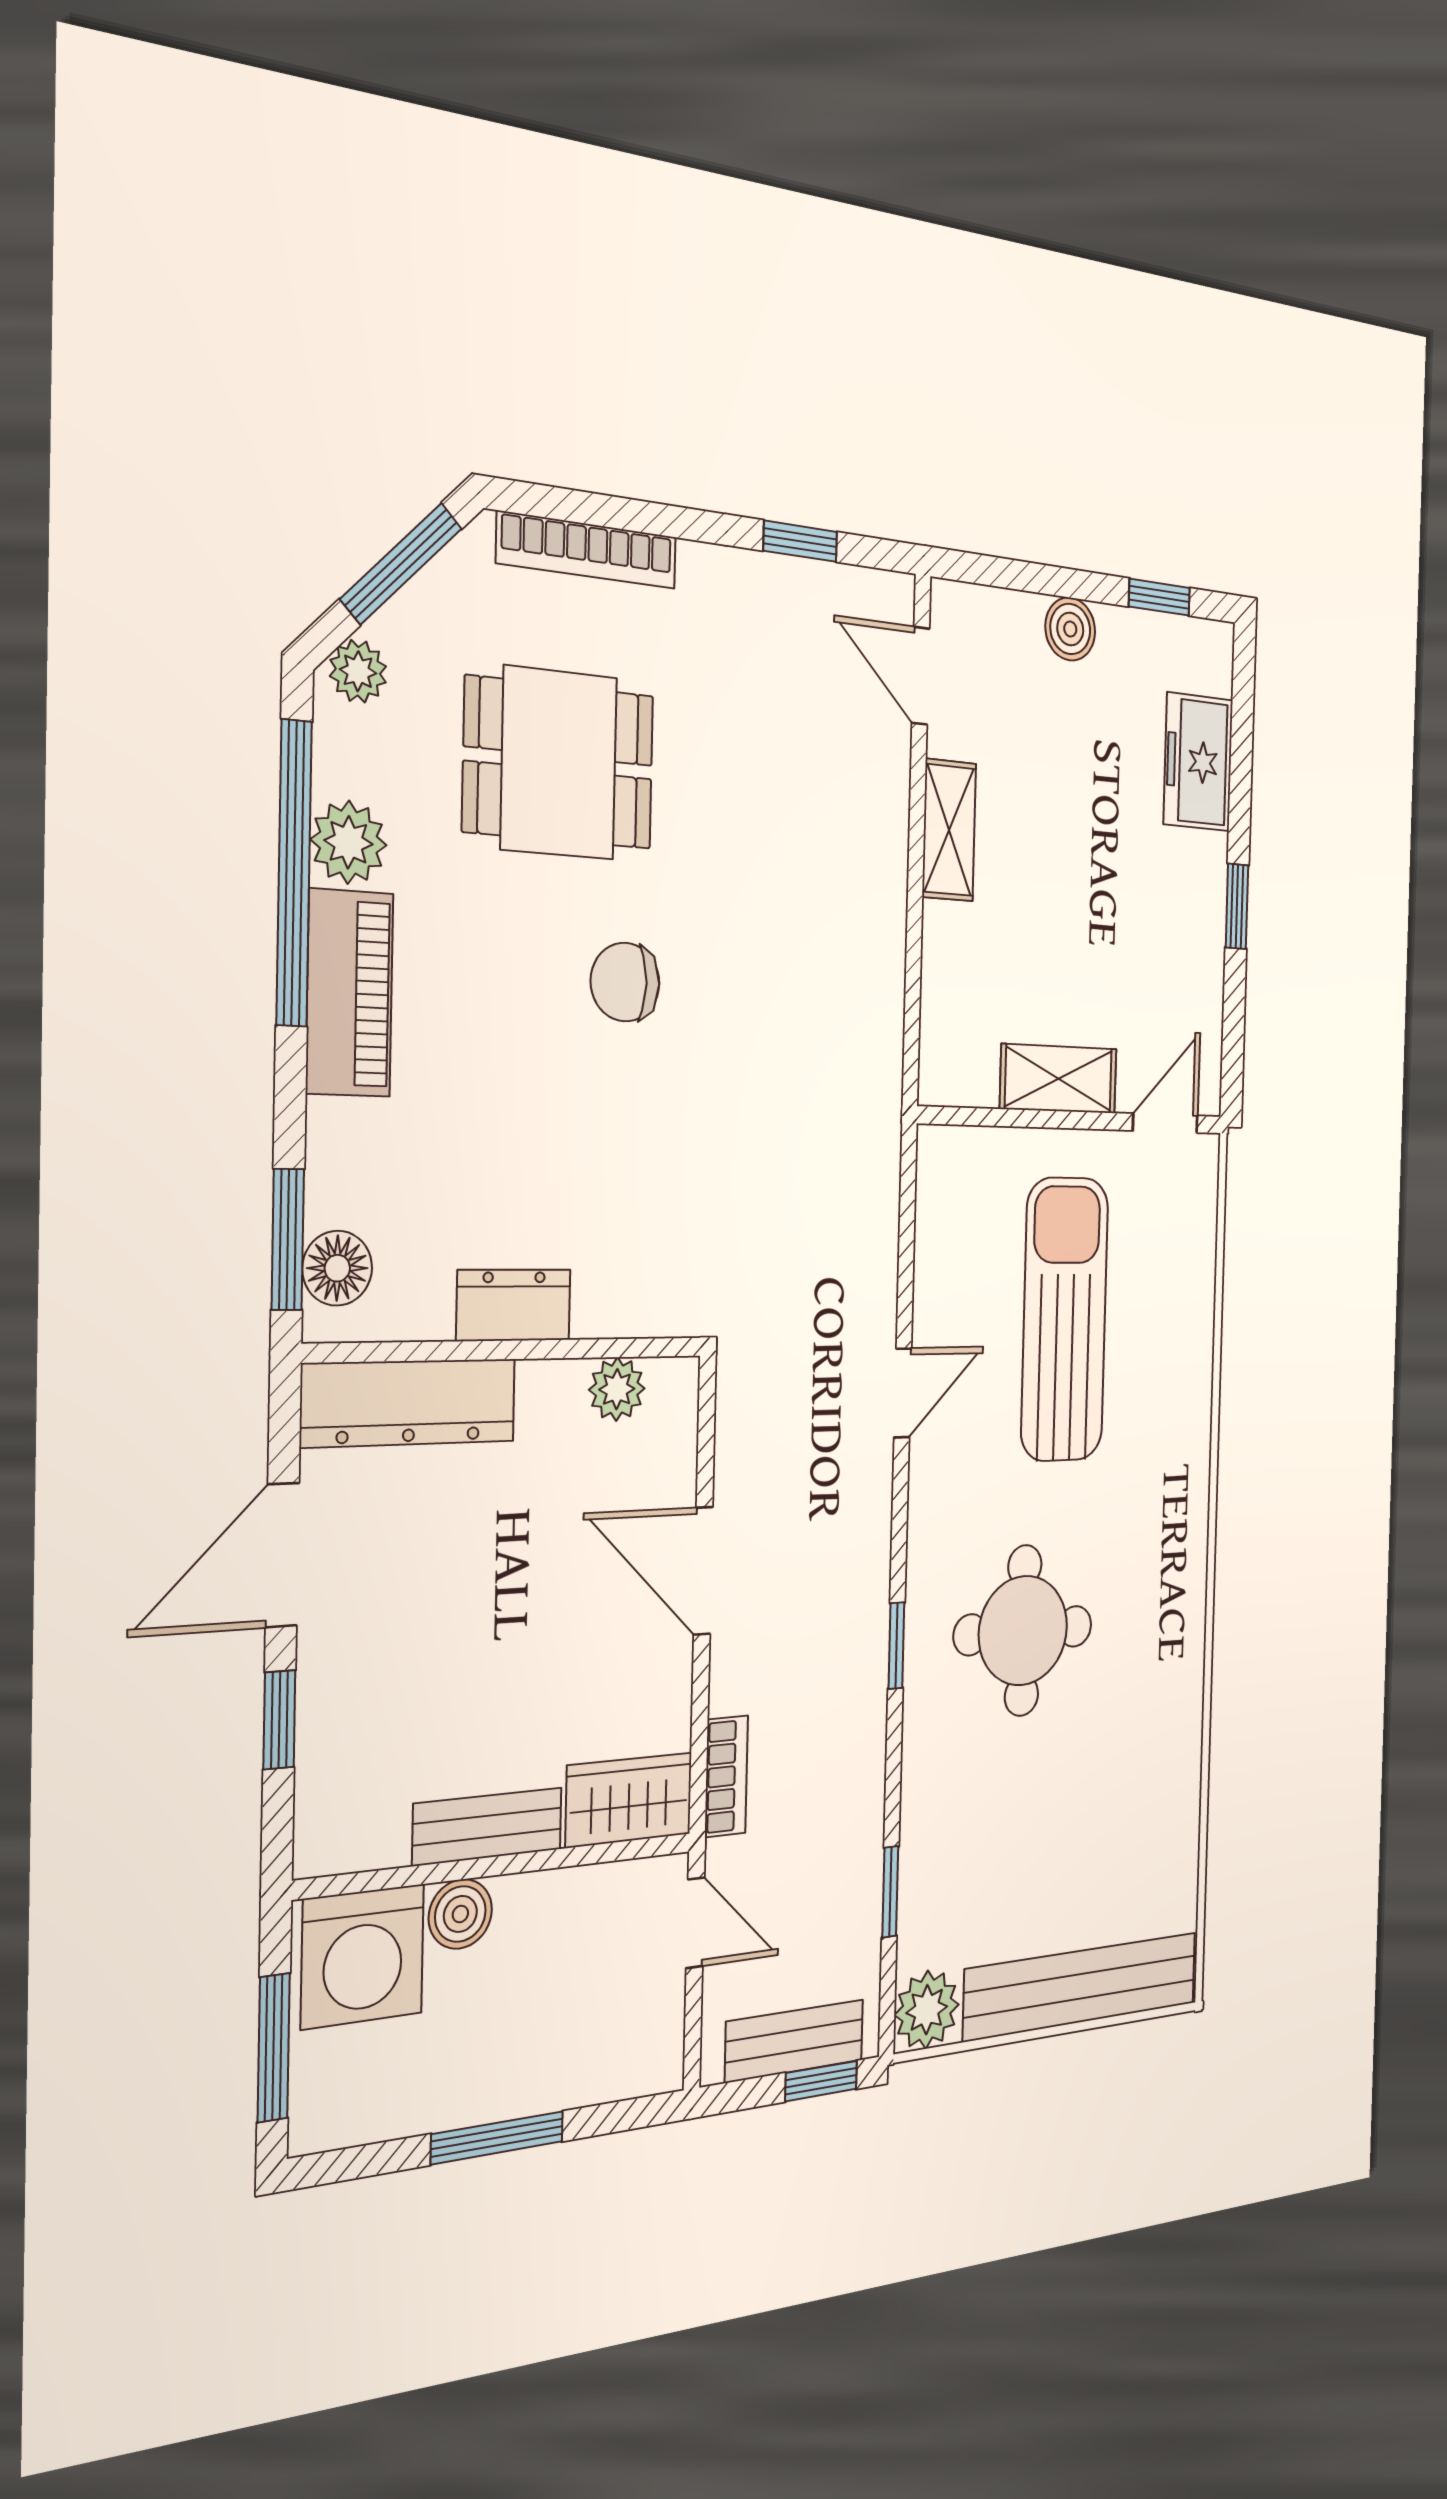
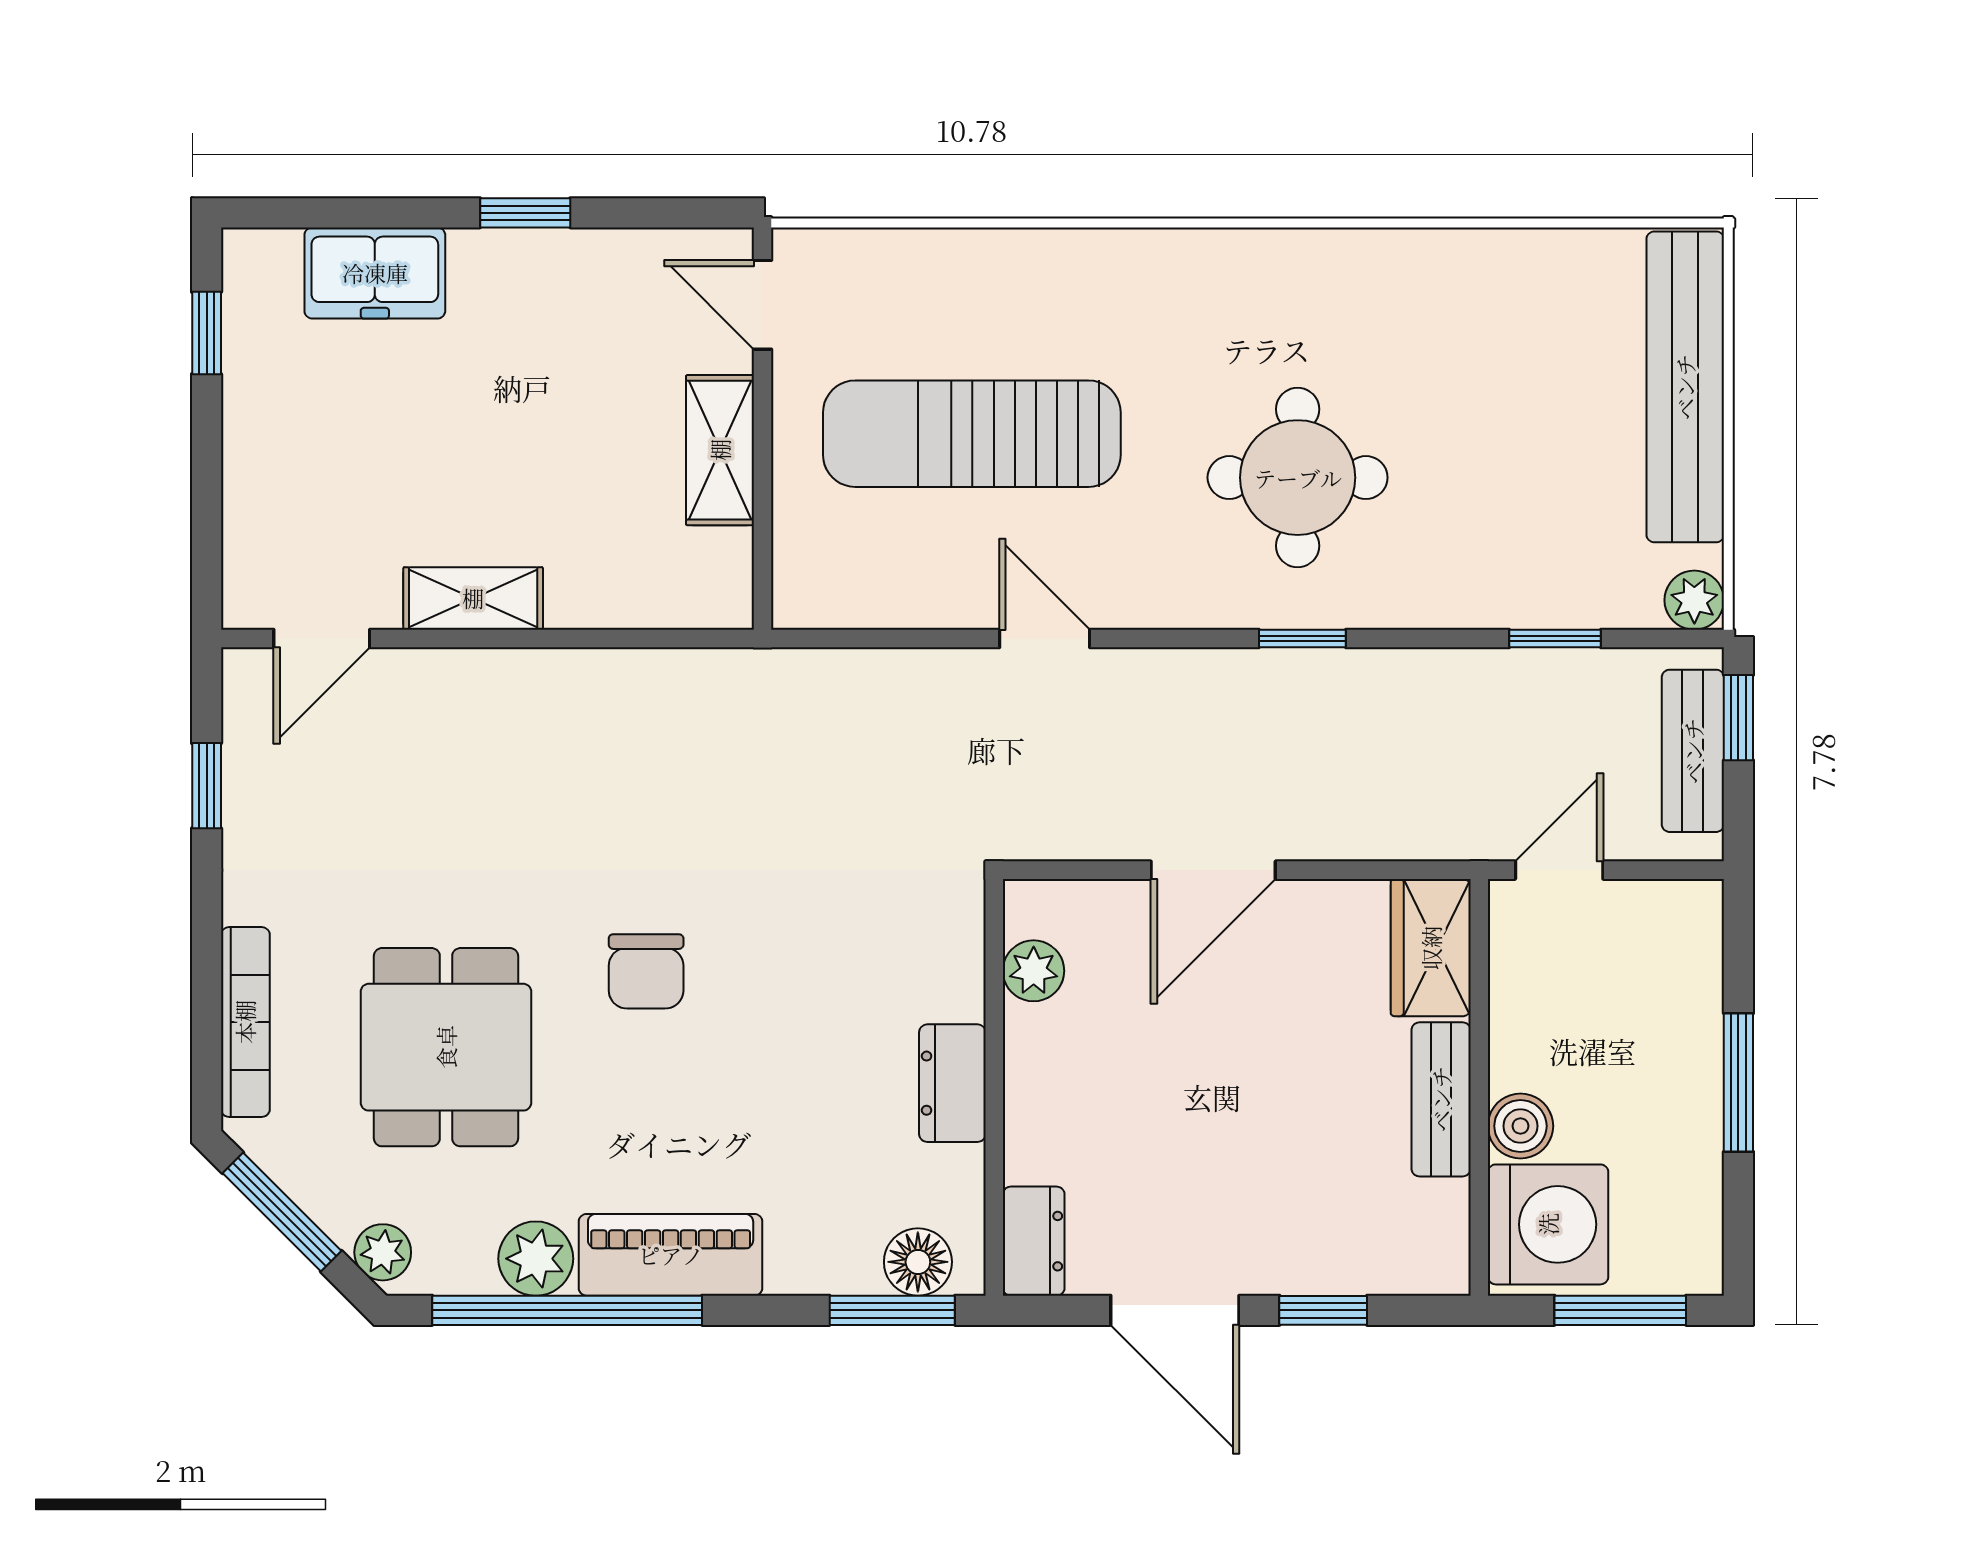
boiler: (1070, 629) -> (253, 451), removed
dresser: (409, 1403) -> (1034, 1241), width x0.51, depth x0.80
bookcase: (726, 1776) -> (1418, 838), removed
plant: (927, 2010) -> (1694, 600), width x0.73, depth x0.73

